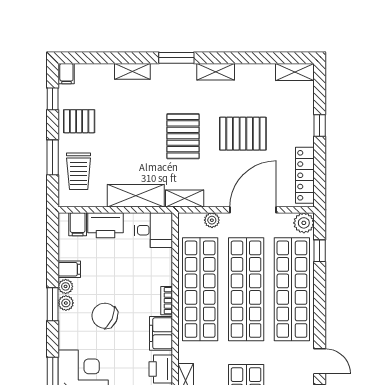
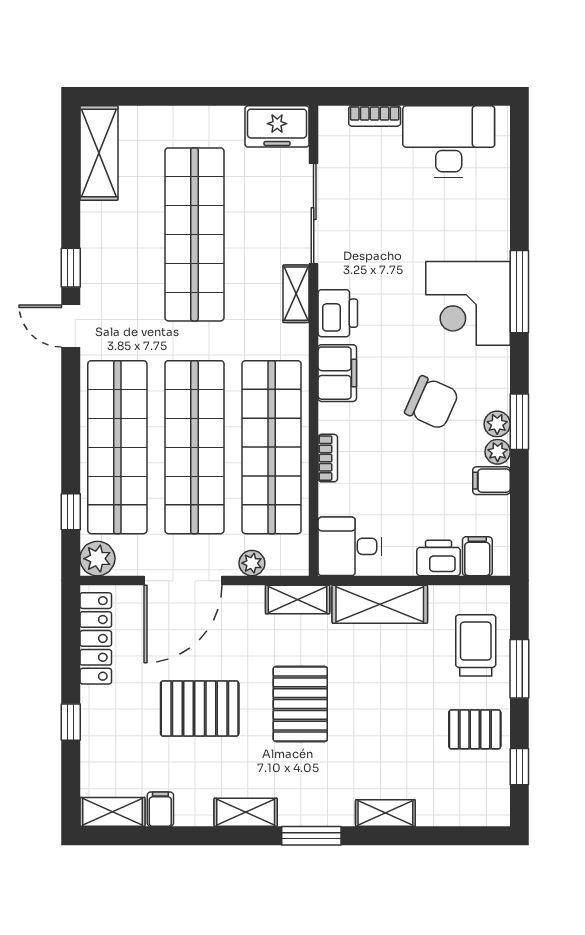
filing cabinet: (66, 74) -> (160, 809), moved
printer: (106, 225) -> (439, 558), width x0.73, depth x0.84
bookcase: (167, 301) -> (328, 458), moved

